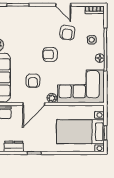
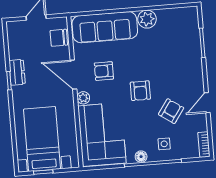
armchair: (67, 33) -> (171, 111), turned 117
armchair: (50, 55) -> (140, 91), turned 180
dresser: (14, 146) -> (17, 72), moved

